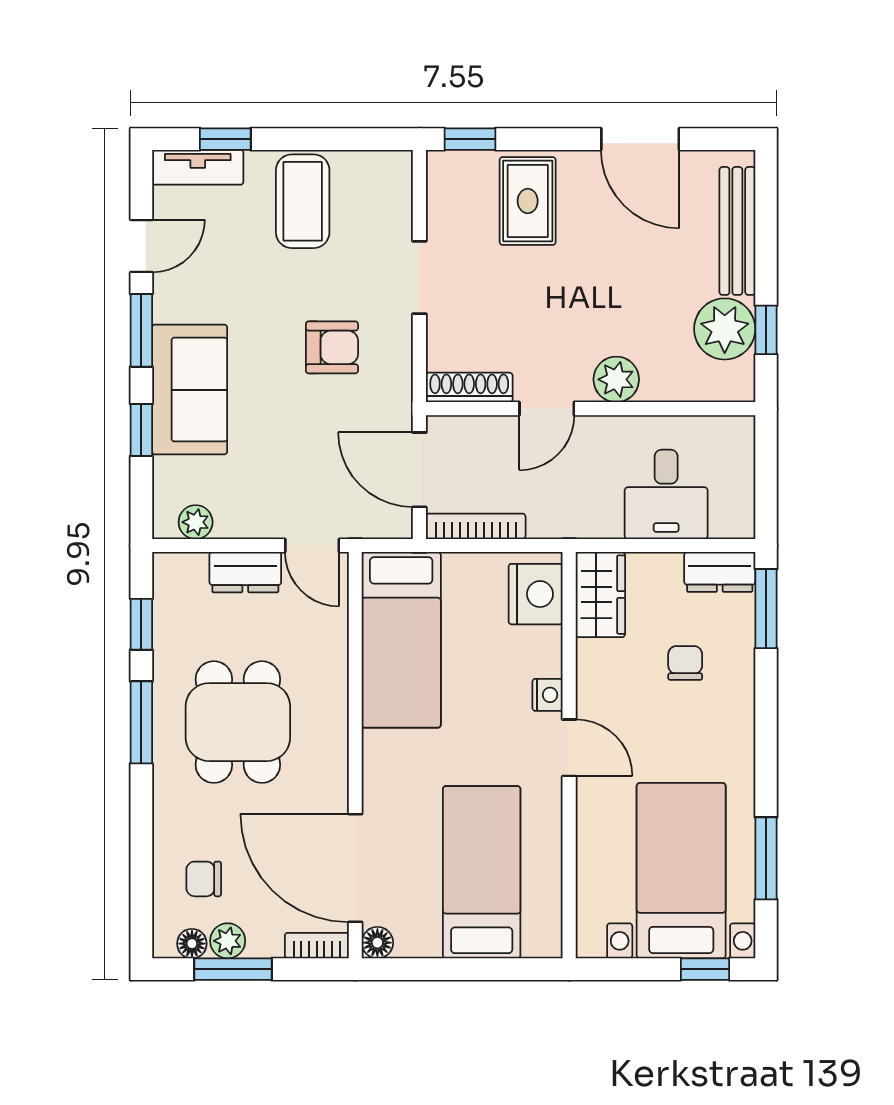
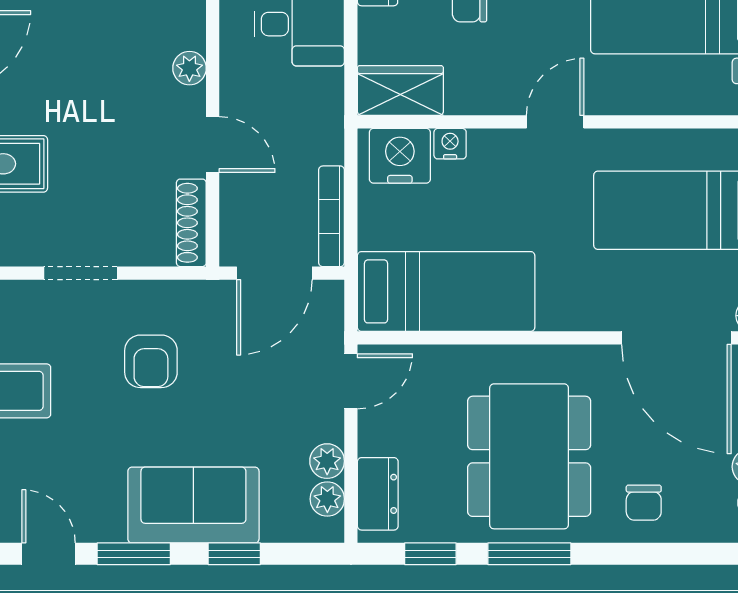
armchair: (332, 347) -> (151, 361), turned 180
plant: (616, 379) -> (189, 68), width x0.73, depth x0.73
plant: (233, 522) -> (327, 461), added
dresser: (245, 572) -> (378, 494), moved
nightstand: (548, 695) -> (450, 144), moved
dining table: (238, 722) -> (529, 456), width x1.38
door: (355, 868) -> (676, 338), hinge flipped
chair: (204, 879) -> (644, 503), moved

